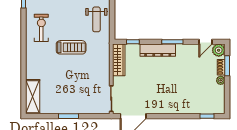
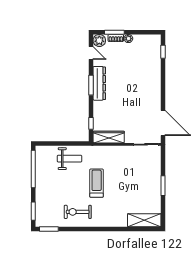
dresser: (158, 50) -> (99, 83), moved

